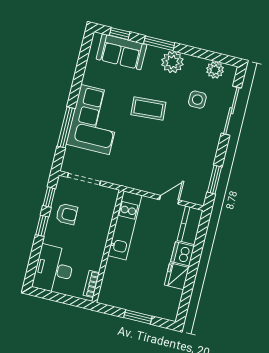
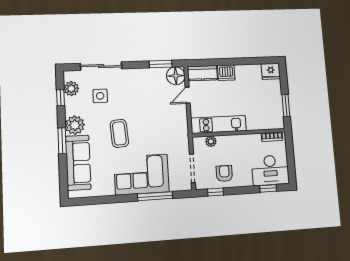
window: (120, 34) -> (60, 98), moved
sofa: (121, 52) -> (78, 163), width x1.36
floor lamp: (196, 193) -> (176, 76), added
door: (169, 200) -> (188, 95), hinge flipped
plant: (108, 210) -> (211, 141), added
window: (42, 226) -> (268, 188), moved
fridge: (177, 276) -> (271, 71), moved
window: (138, 317) -> (286, 105), moved

